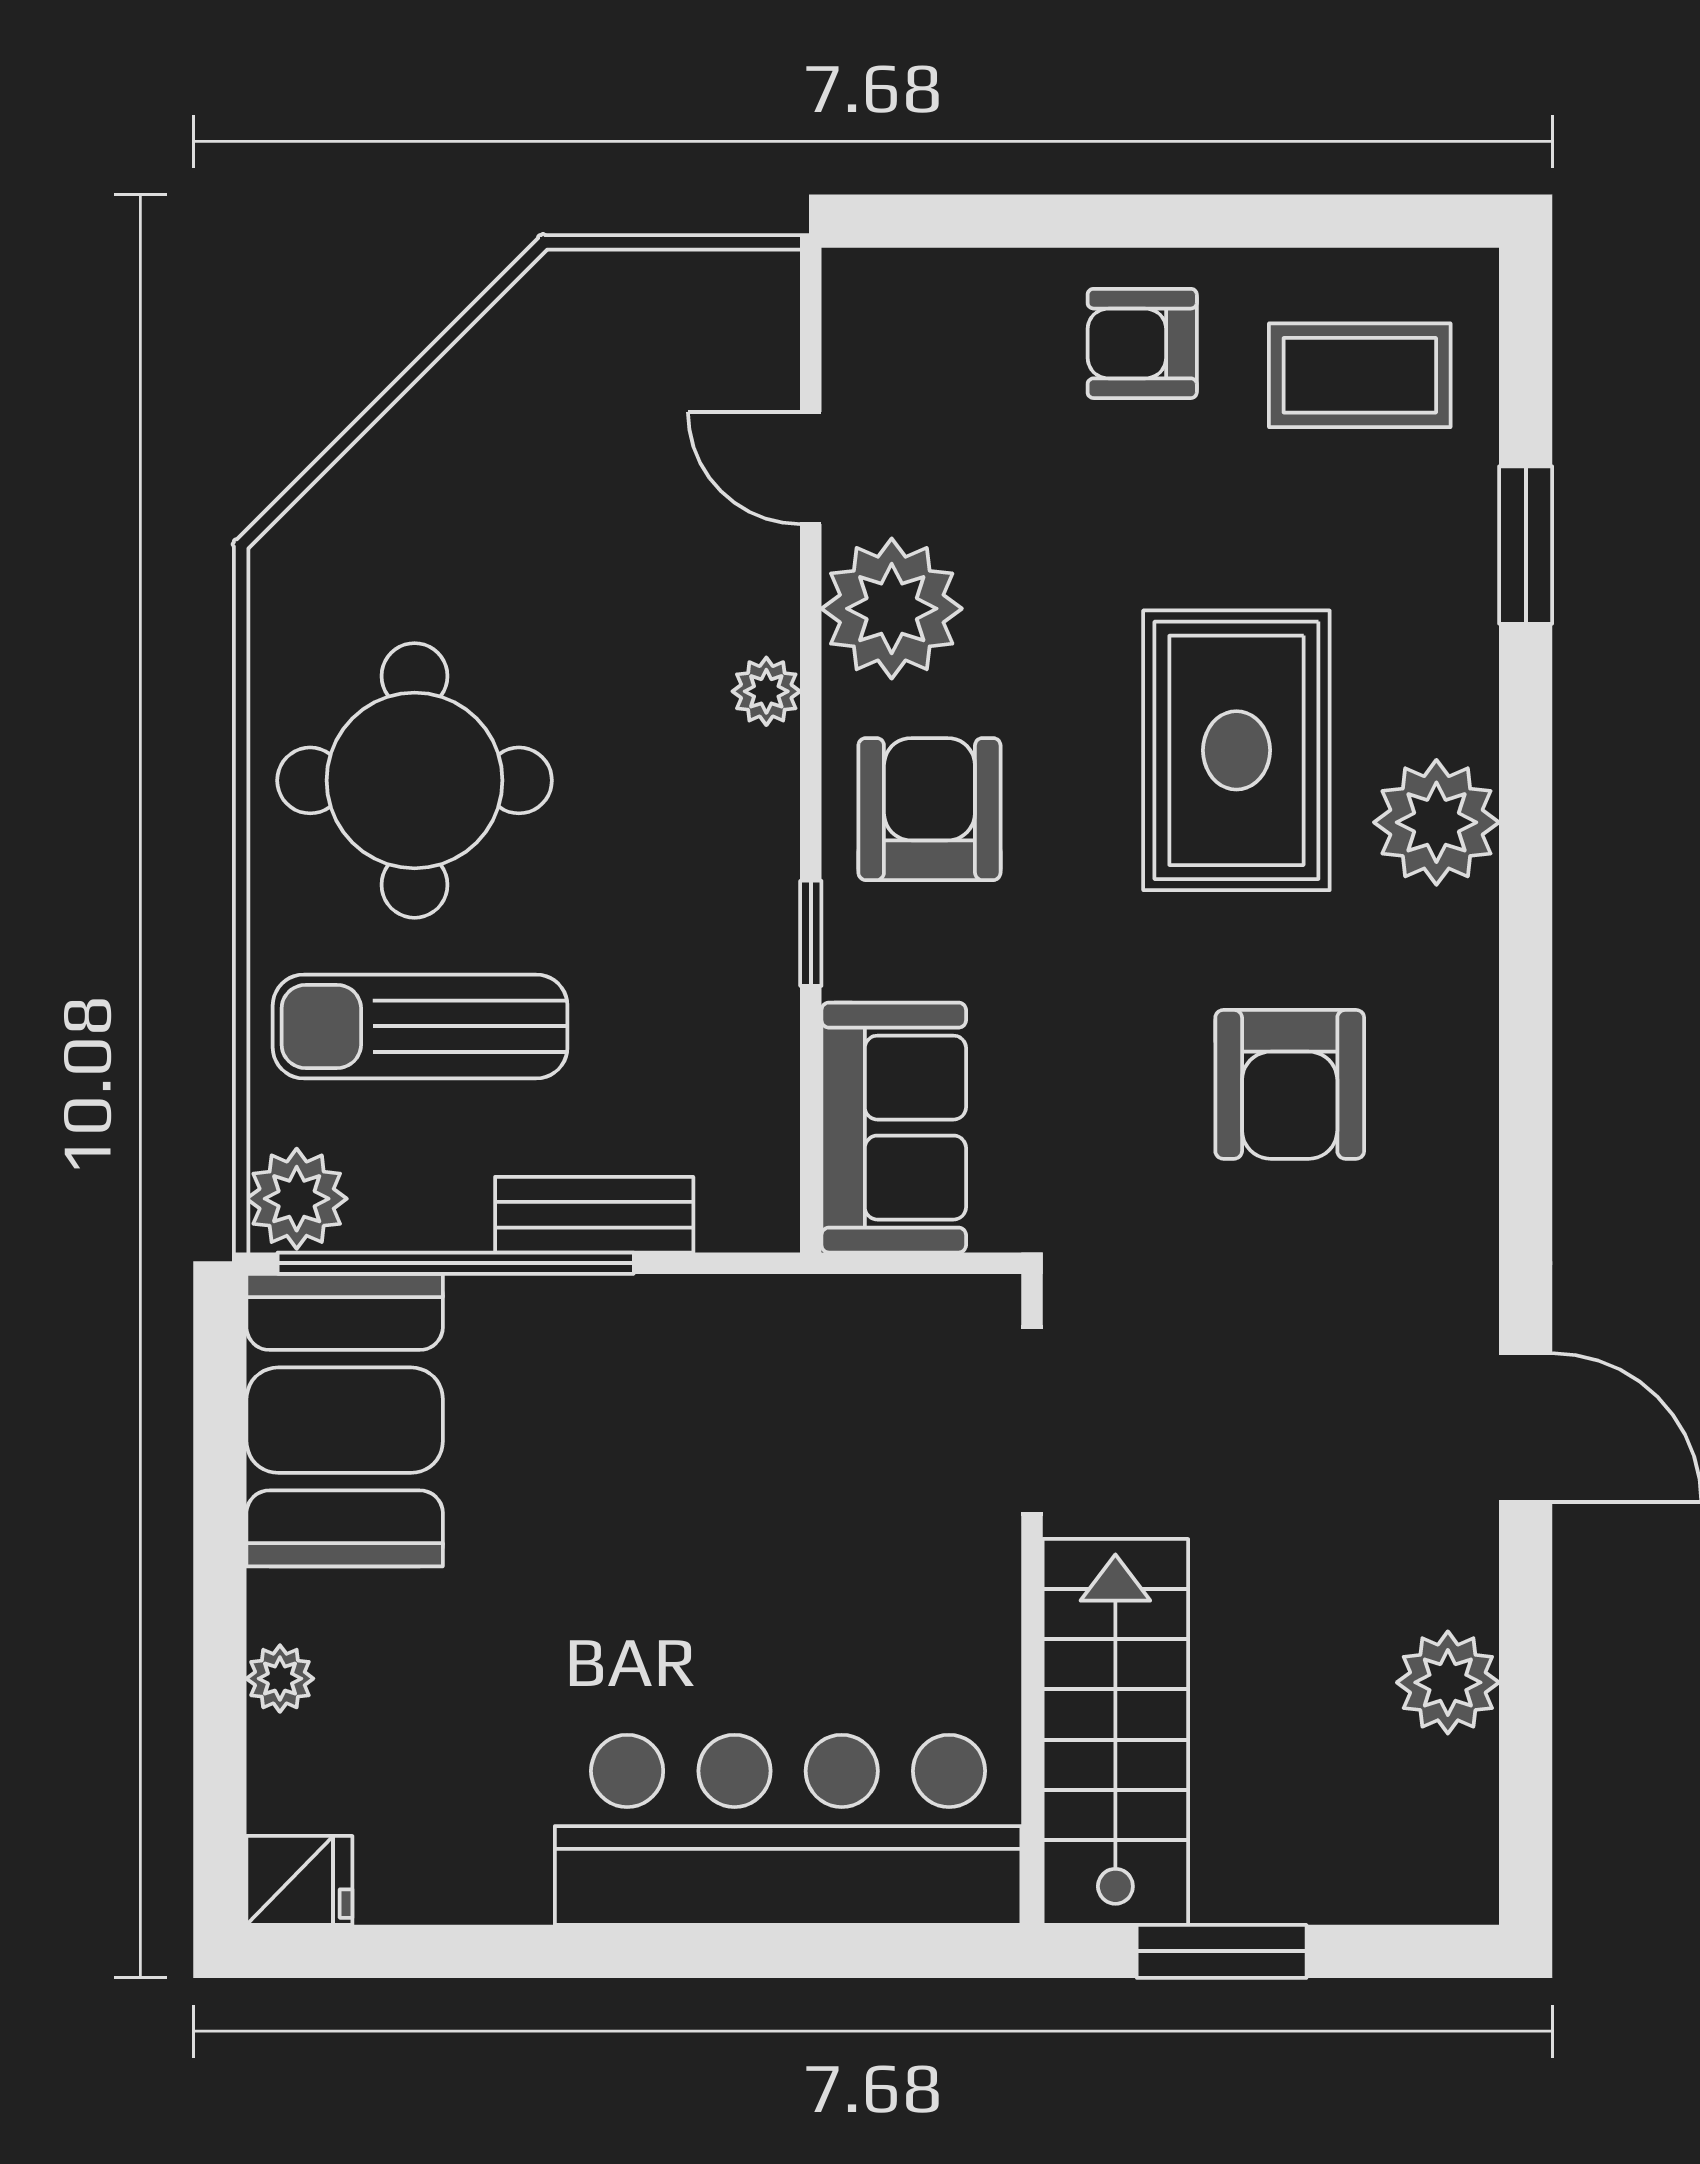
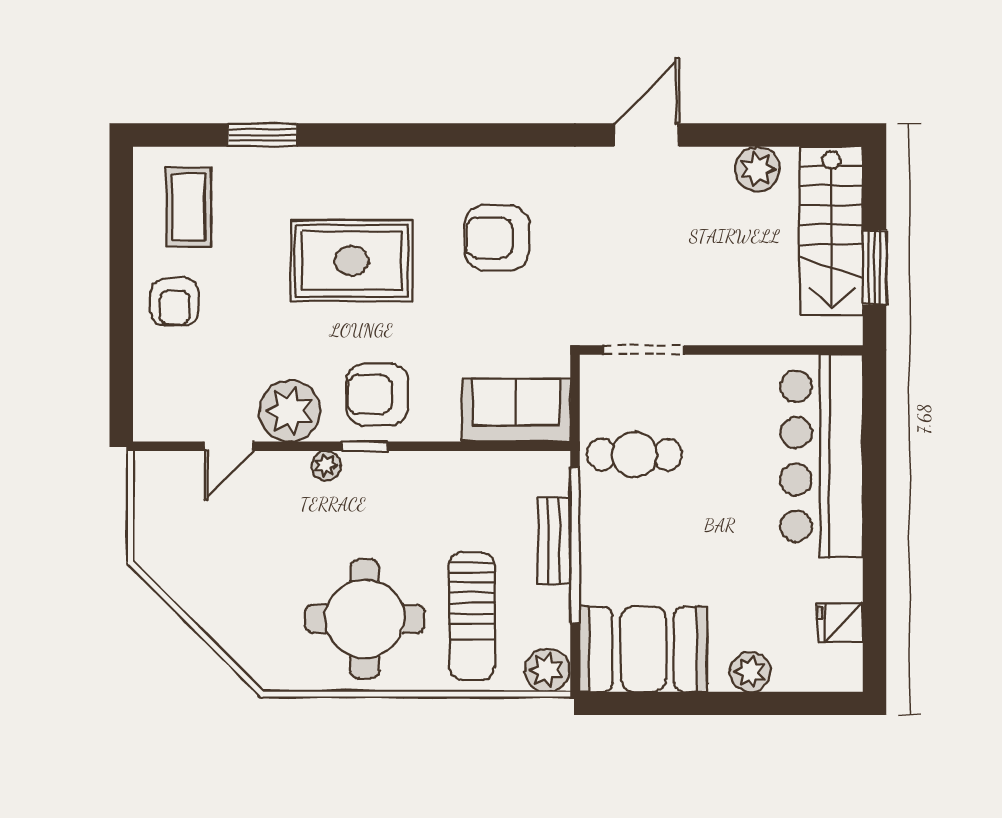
plant: (1436, 822) -> (383, 174), removed
window: (811, 933) -> (365, 446), moved
armchair: (1290, 1084) -> (497, 238), turned 180
window: (456, 1263) -> (575, 545), moved
cafe table: (792, 1400) -> (634, 455), added
plant: (280, 1679) -> (750, 672), width x1.38, depth x1.38
stairs: (1115, 1732) -> (831, 231), moved, turned -90
fridge: (299, 1880) -> (840, 623), moved, turned -90

